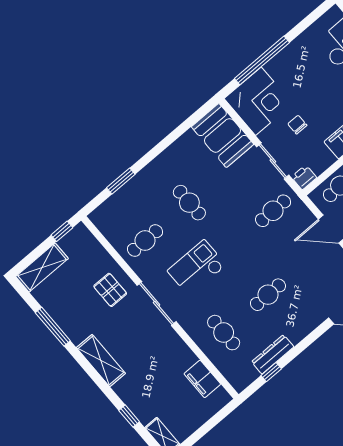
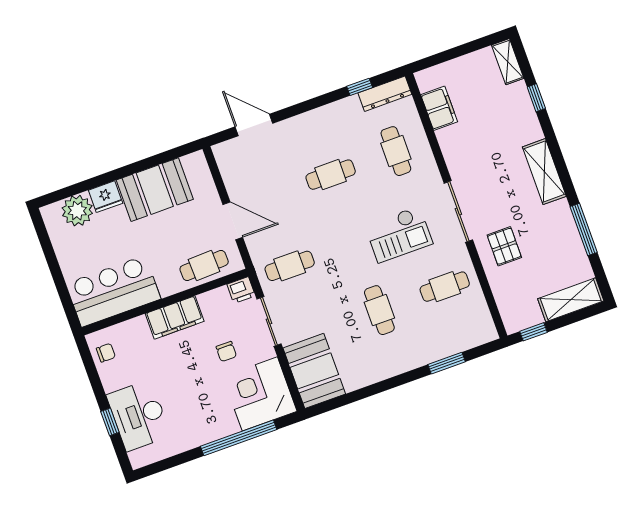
dresser: (273, 354) -> (385, 94), moved

